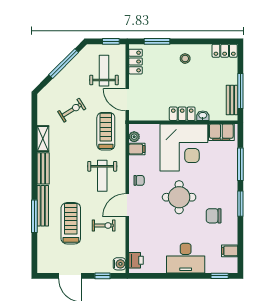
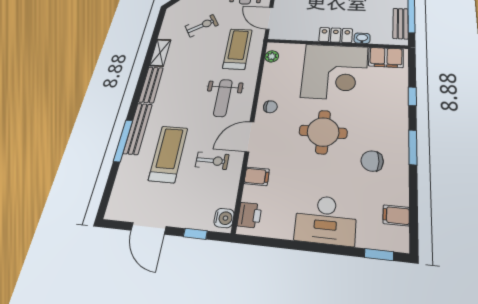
filing cabinet: (137, 149) -> (257, 176), moved
window: (240, 164) -> (412, 96), width x0.46

